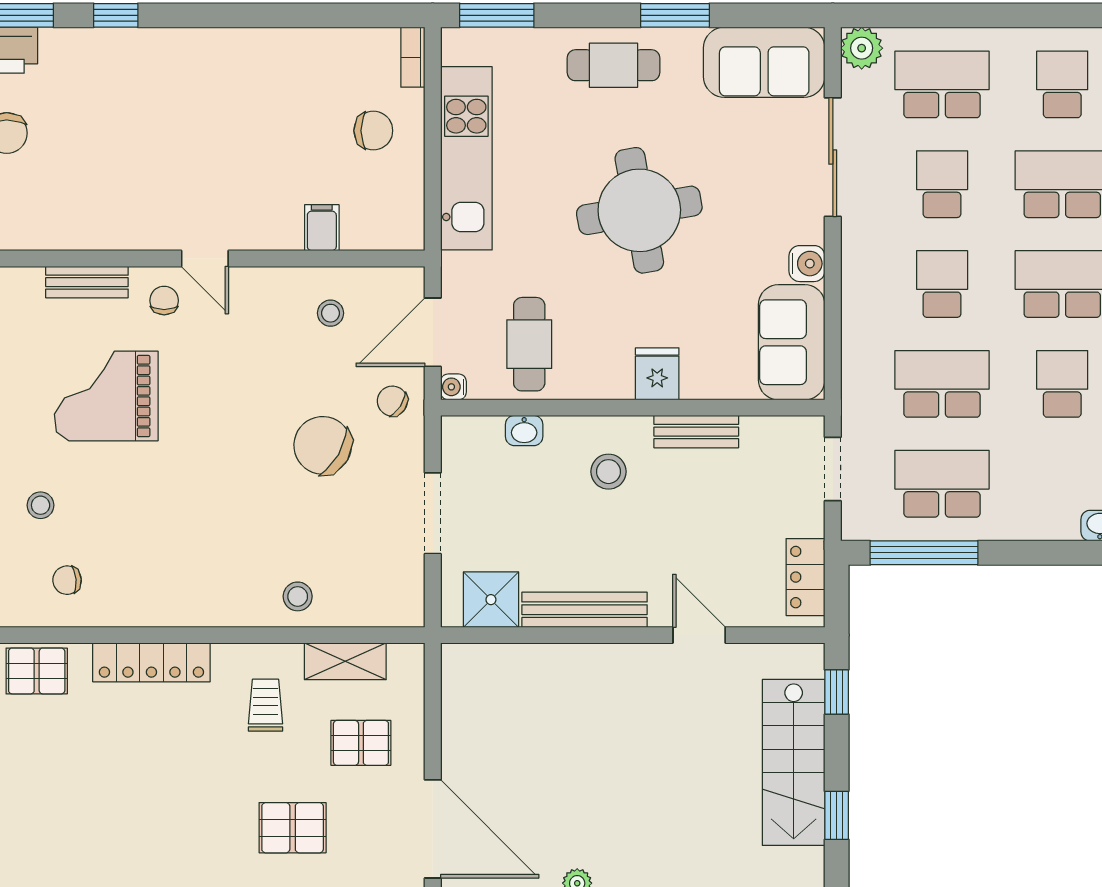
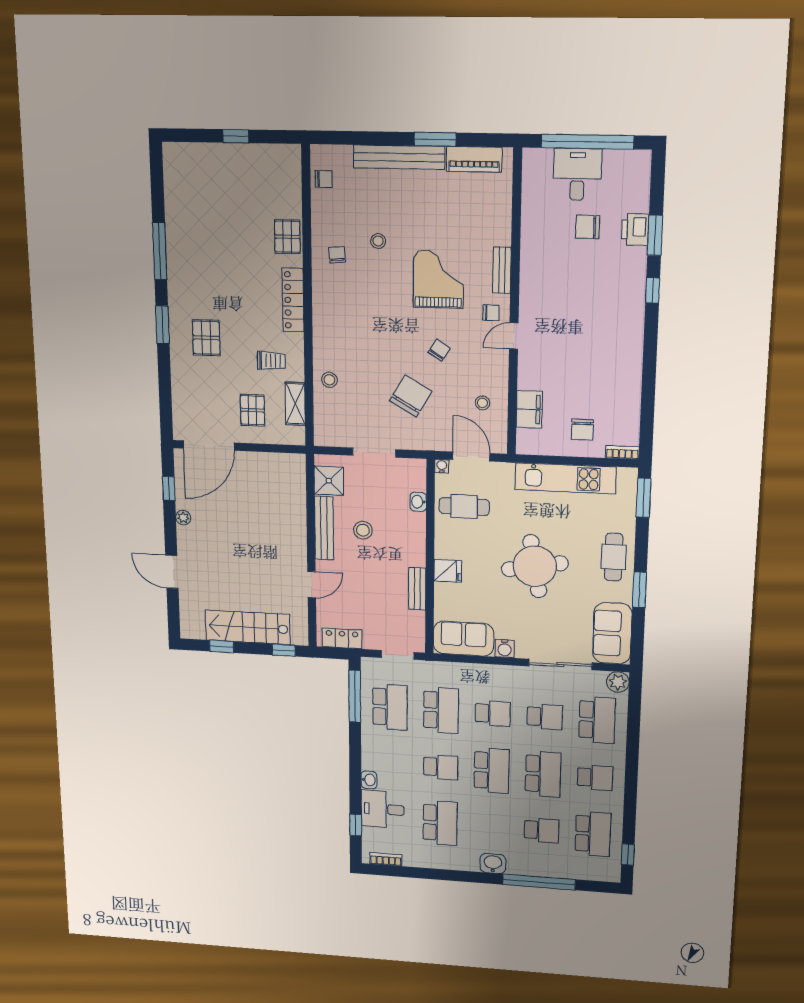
filing cabinet: (322, 228) -> (529, 409), width x2.00
chair: (392, 401) -> (439, 350), moved
stool: (609, 472) -> (363, 530), moved
pallet: (293, 828) -> (206, 338), moved

